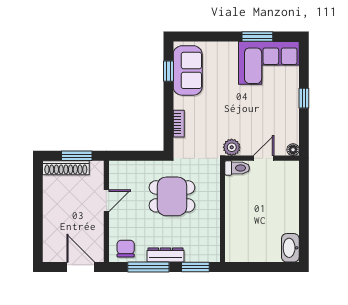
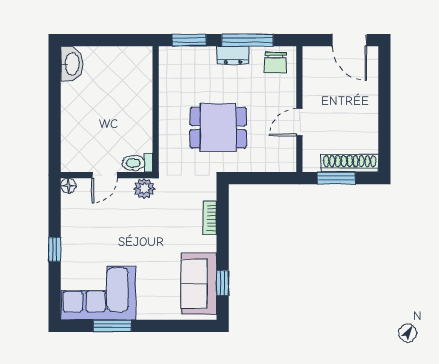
dresser: (166, 255) -> (233, 55), width x0.70
door: (81, 267) -> (349, 40), moved

